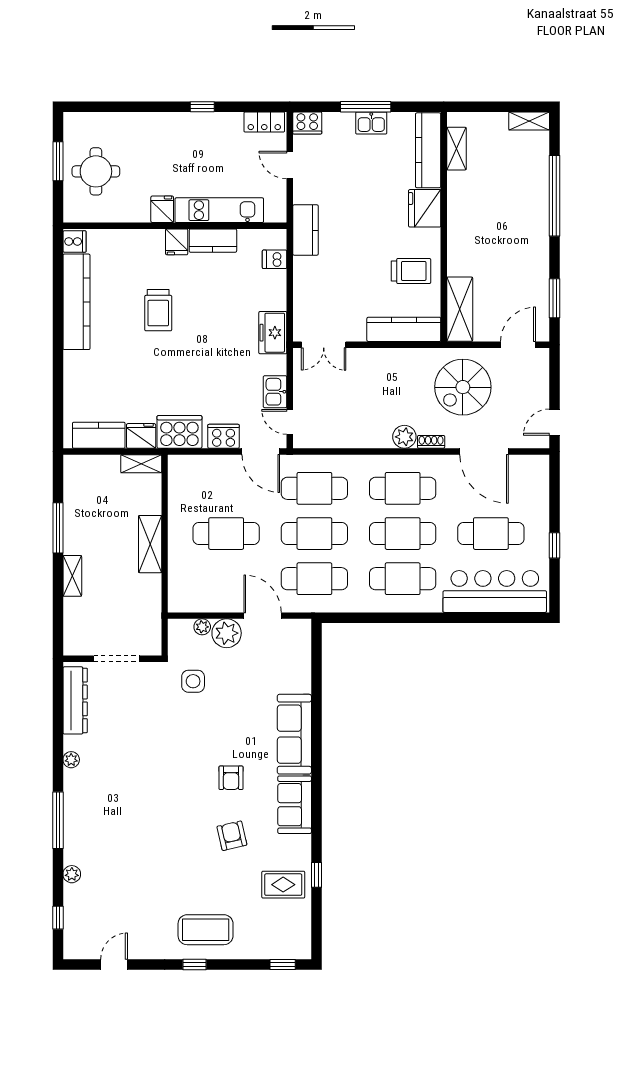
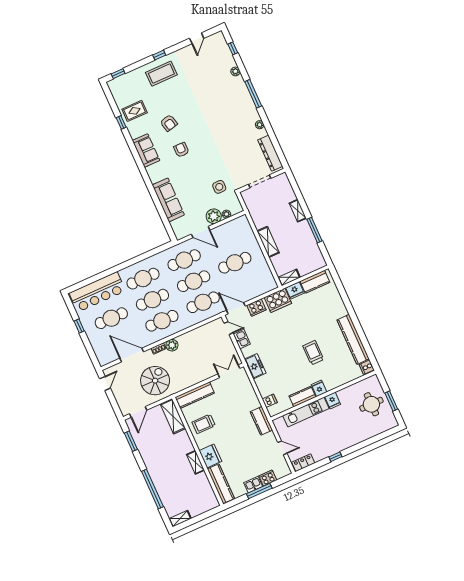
cooker: (307, 123) -> (268, 478), moved
shelving: (456, 149) -> (195, 462), moved
sofa: (294, 734) -> (168, 200), moved

